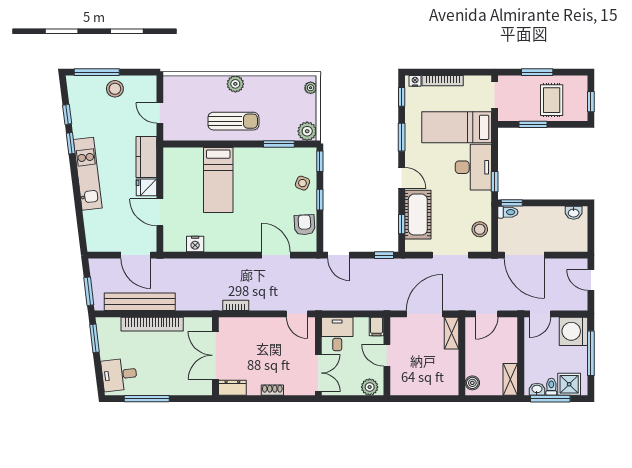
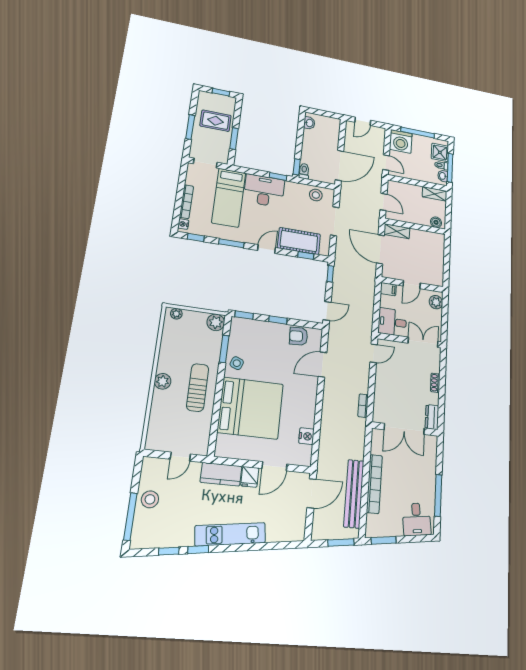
bed: (218, 180) -> (250, 408), width x2.04
side table: (302, 183) -> (237, 363), moved

